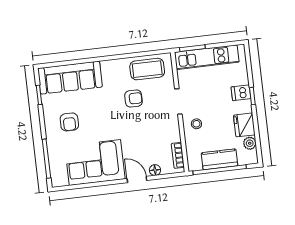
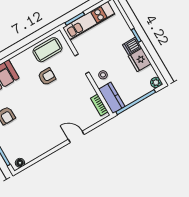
dishwasher: (241, 93) -> (132, 46), moved
plant: (250, 143) -> (156, 82), moved
kitchen counter: (220, 159) -> (112, 98), moved, turned 90
corner sofa: (95, 162) -> (39, 138), removed
floor lamp: (155, 170) -> (20, 163), moved

